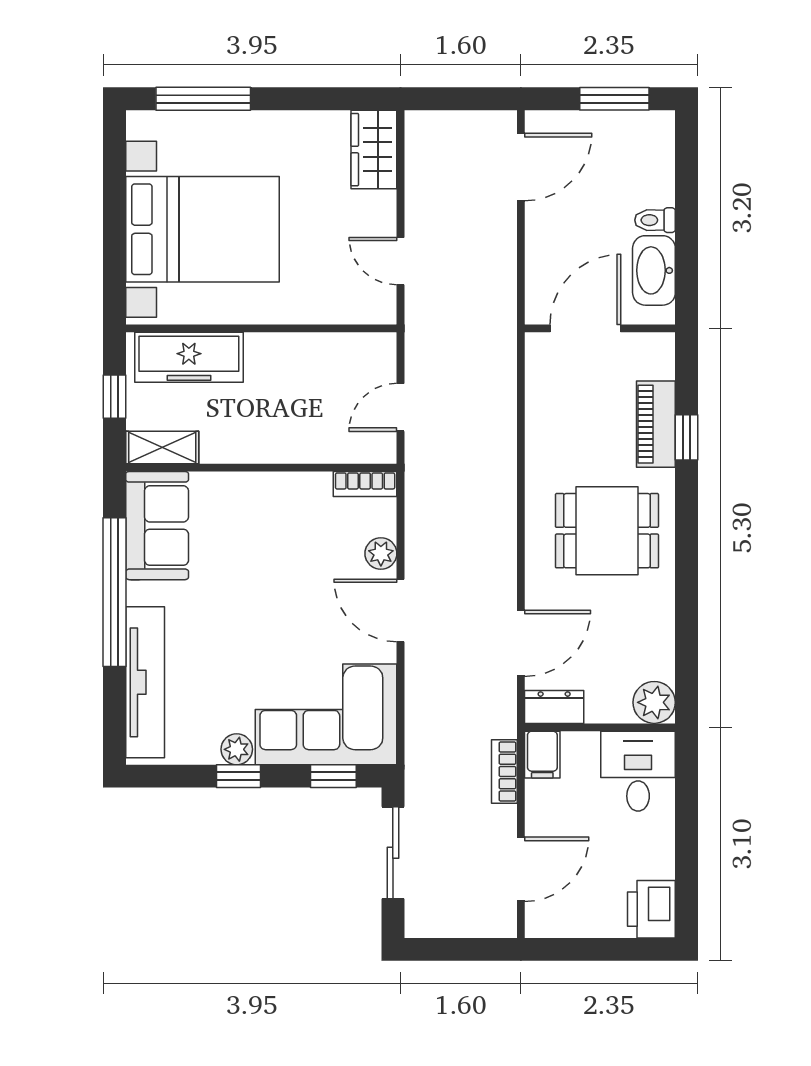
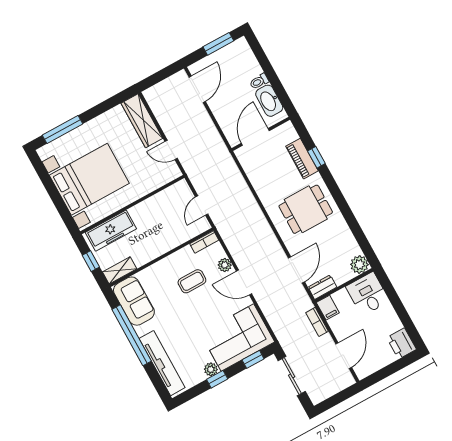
wardrobe: (374, 150) -> (142, 121), width x1.50
coffee table: (297, 550) -> (192, 281), added

